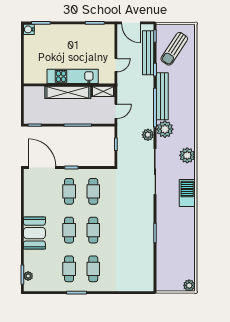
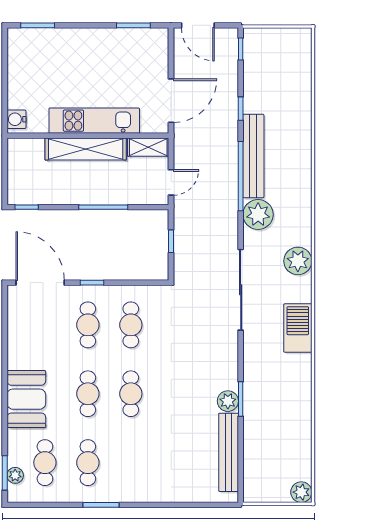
water cooler: (29, 29) -> (16, 119), moved
sun lounger: (174, 49) -> (275, 72), removed
bench: (148, 53) -> (229, 452), moved
door: (116, 65) -> (171, 101), width x1.88
plant: (148, 135) -> (228, 401), moved
cafe table: (93, 269) -> (45, 463), moved

